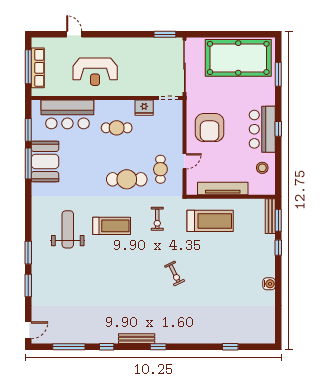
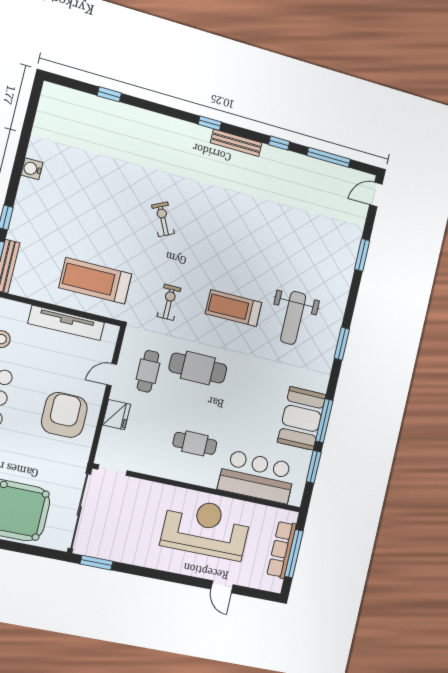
reception desk: (95, 72) -> (206, 529), width x1.36, depth x1.30
fridge: (144, 108) -> (117, 415), moved, turned 90
window: (28, 253) -> (342, 344), moved

